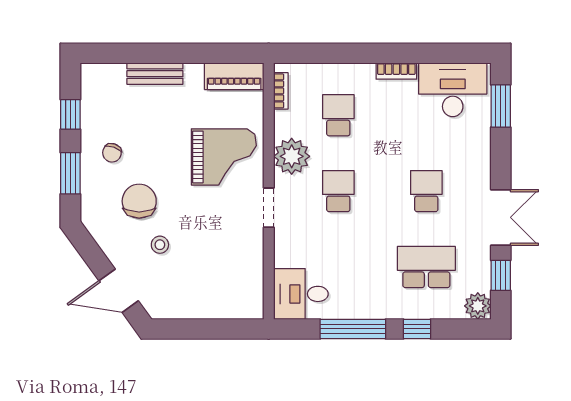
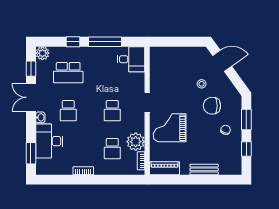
desk: (453, 90) -> (49, 141), moved, turned 90
plant: (292, 156) -> (136, 142), moved
washbasin: (482, 178) -> (40, 117), added
chair: (139, 201) -> (212, 106), turned 90

